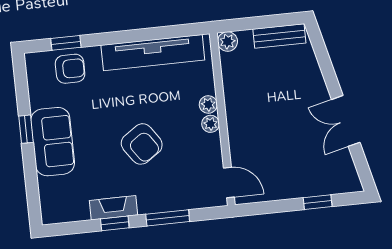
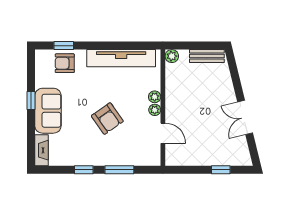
armchair: (70, 69) -> (65, 63), turned 180
door: (229, 182) -> (163, 133), moved
fireplace: (114, 208) -> (42, 150), moved, turned 90

